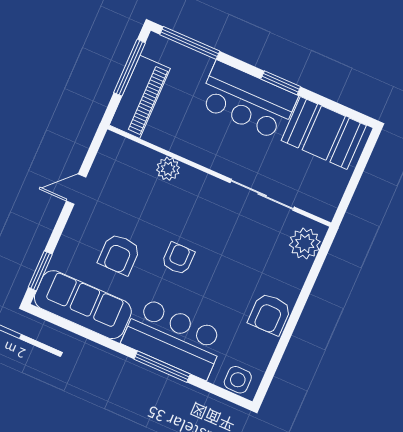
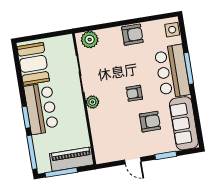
window: (281, 83) -> (26, 117), moved
plant: (168, 169) -> (92, 102), moved
window: (40, 271) -> (166, 155), moved

